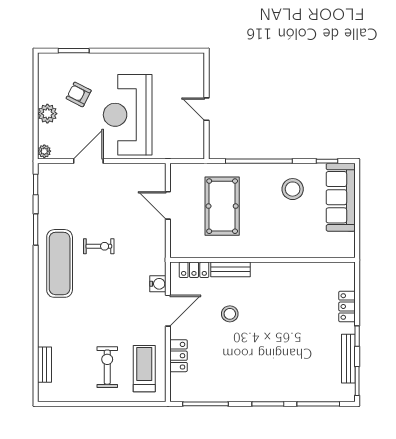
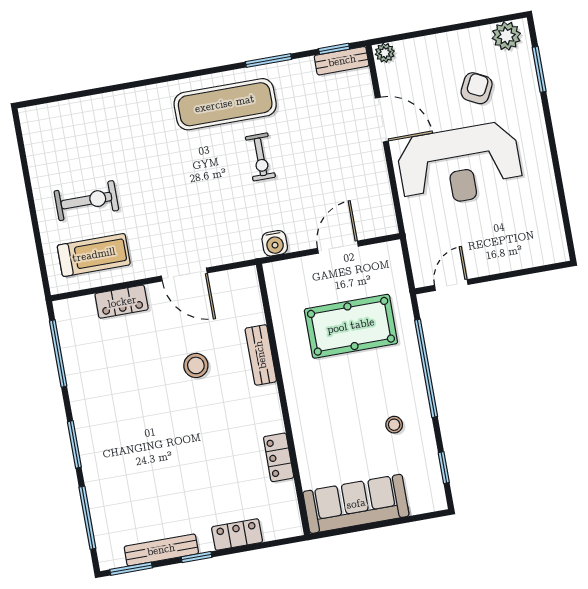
door: (206, 109) -> (451, 285), moved
plant: (47, 114) -> (506, 36), moved
reception desk: (128, 115) -> (460, 165), turned 180
stool: (293, 189) -> (394, 425), width x0.53, depth x0.53
sofa: (341, 197) -> (356, 504), moved
locker: (194, 270) -> (279, 457), moved
water cooler: (158, 284) -> (275, 243), moved
bench: (44, 365) -> (342, 61), moved

